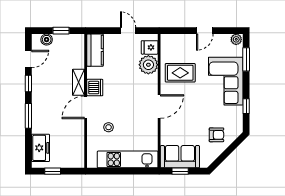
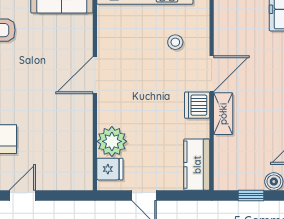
rug: (180, 73) -> (61, 129), removed

